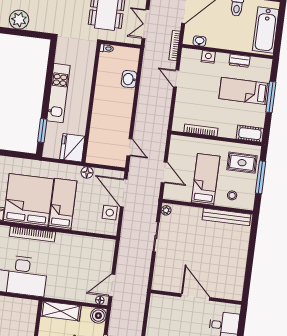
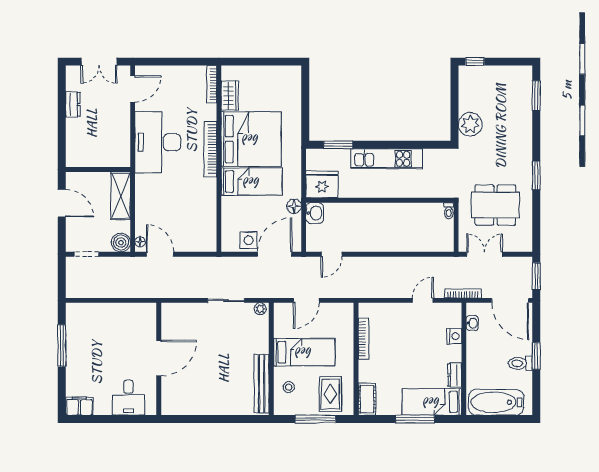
plant: (19, 20) -> (470, 124), moved
washbasin: (129, 79) -> (315, 213), moved, turned 90
bed: (244, 91) -> (432, 402), moved, turned -90

